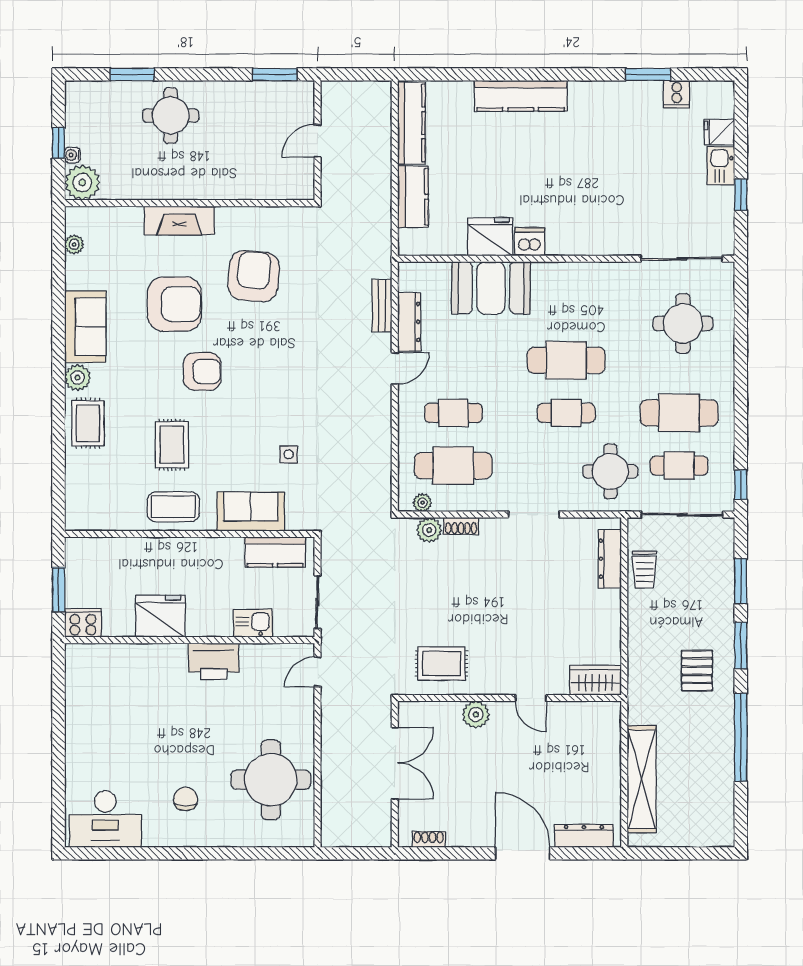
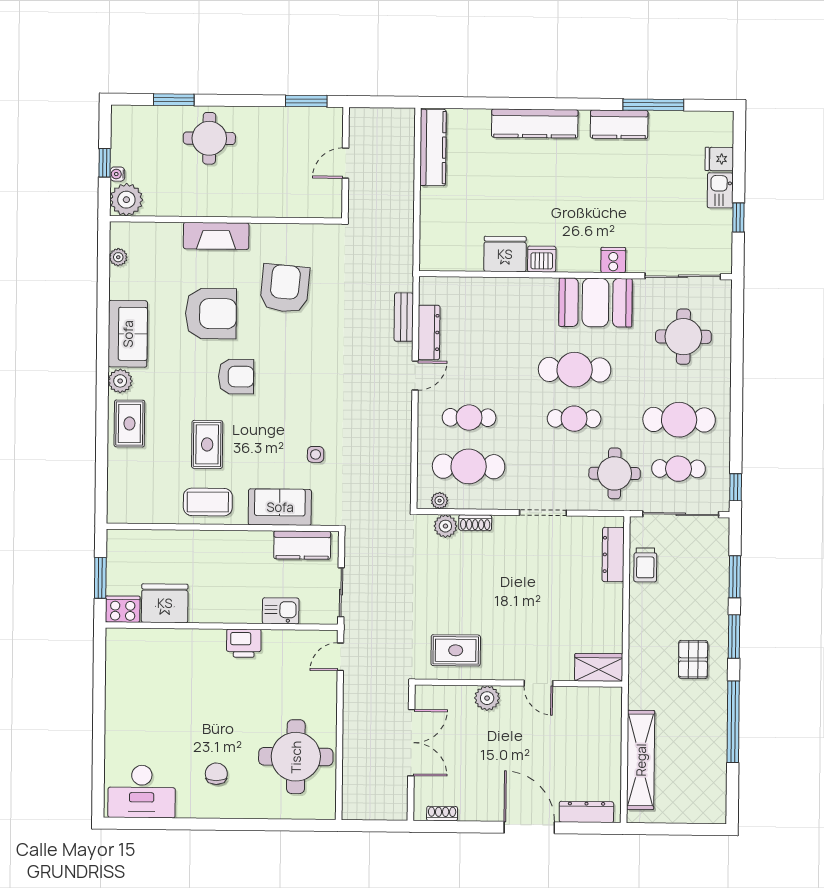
window: (648, 74) -> (653, 105), width x1.44
cooker: (677, 94) -> (613, 260), moved, turned 180
kitchen counter: (413, 197) -> (619, 124), moved, turned 90
booth: (491, 288) -> (595, 302), moved
fridge: (160, 616) -> (165, 603), moved
printer: (213, 661) -> (244, 643), width x0.73, depth x0.84

